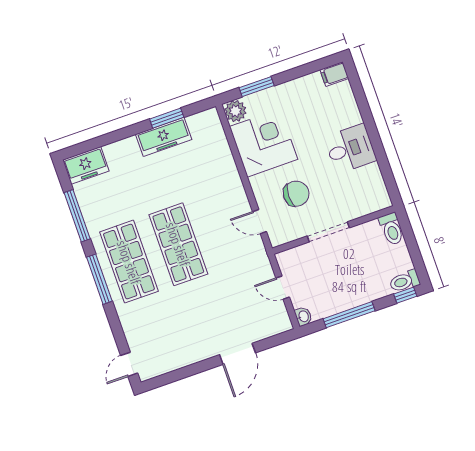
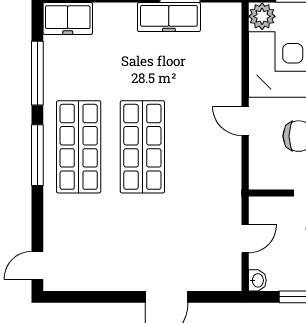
door: (260, 222) -> (245, 121), moved
door: (283, 288) -> (245, 239), swing flipped

